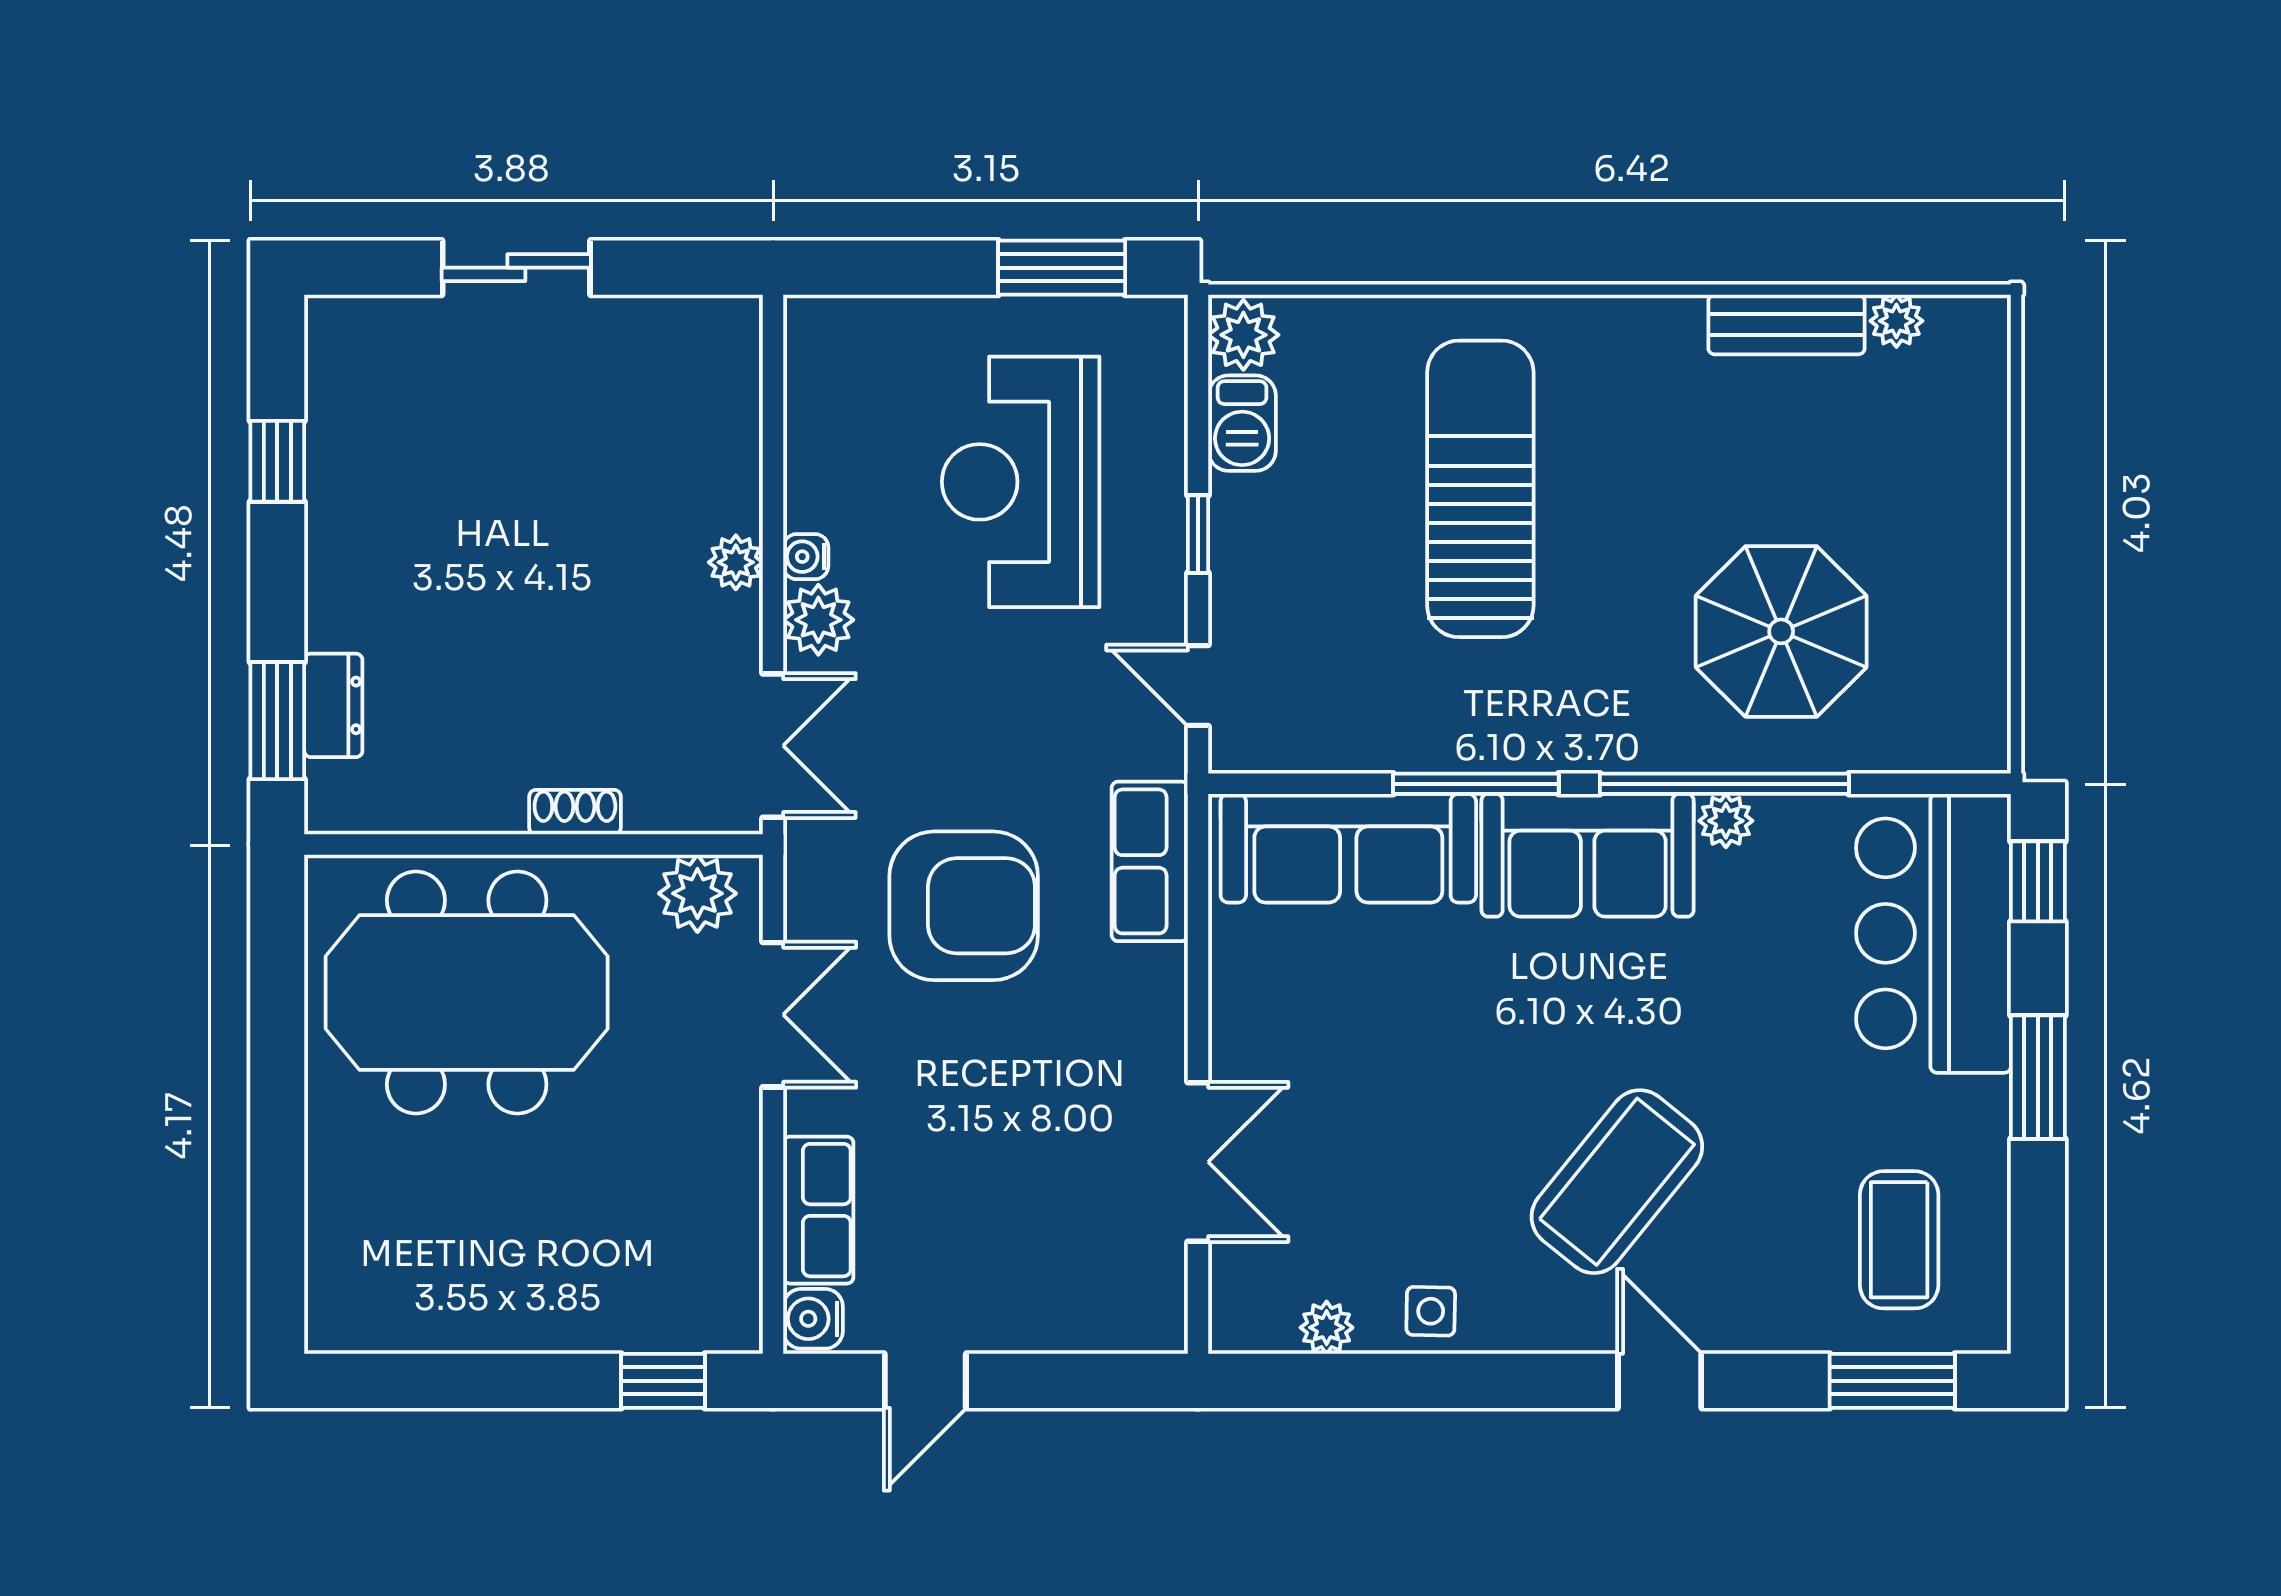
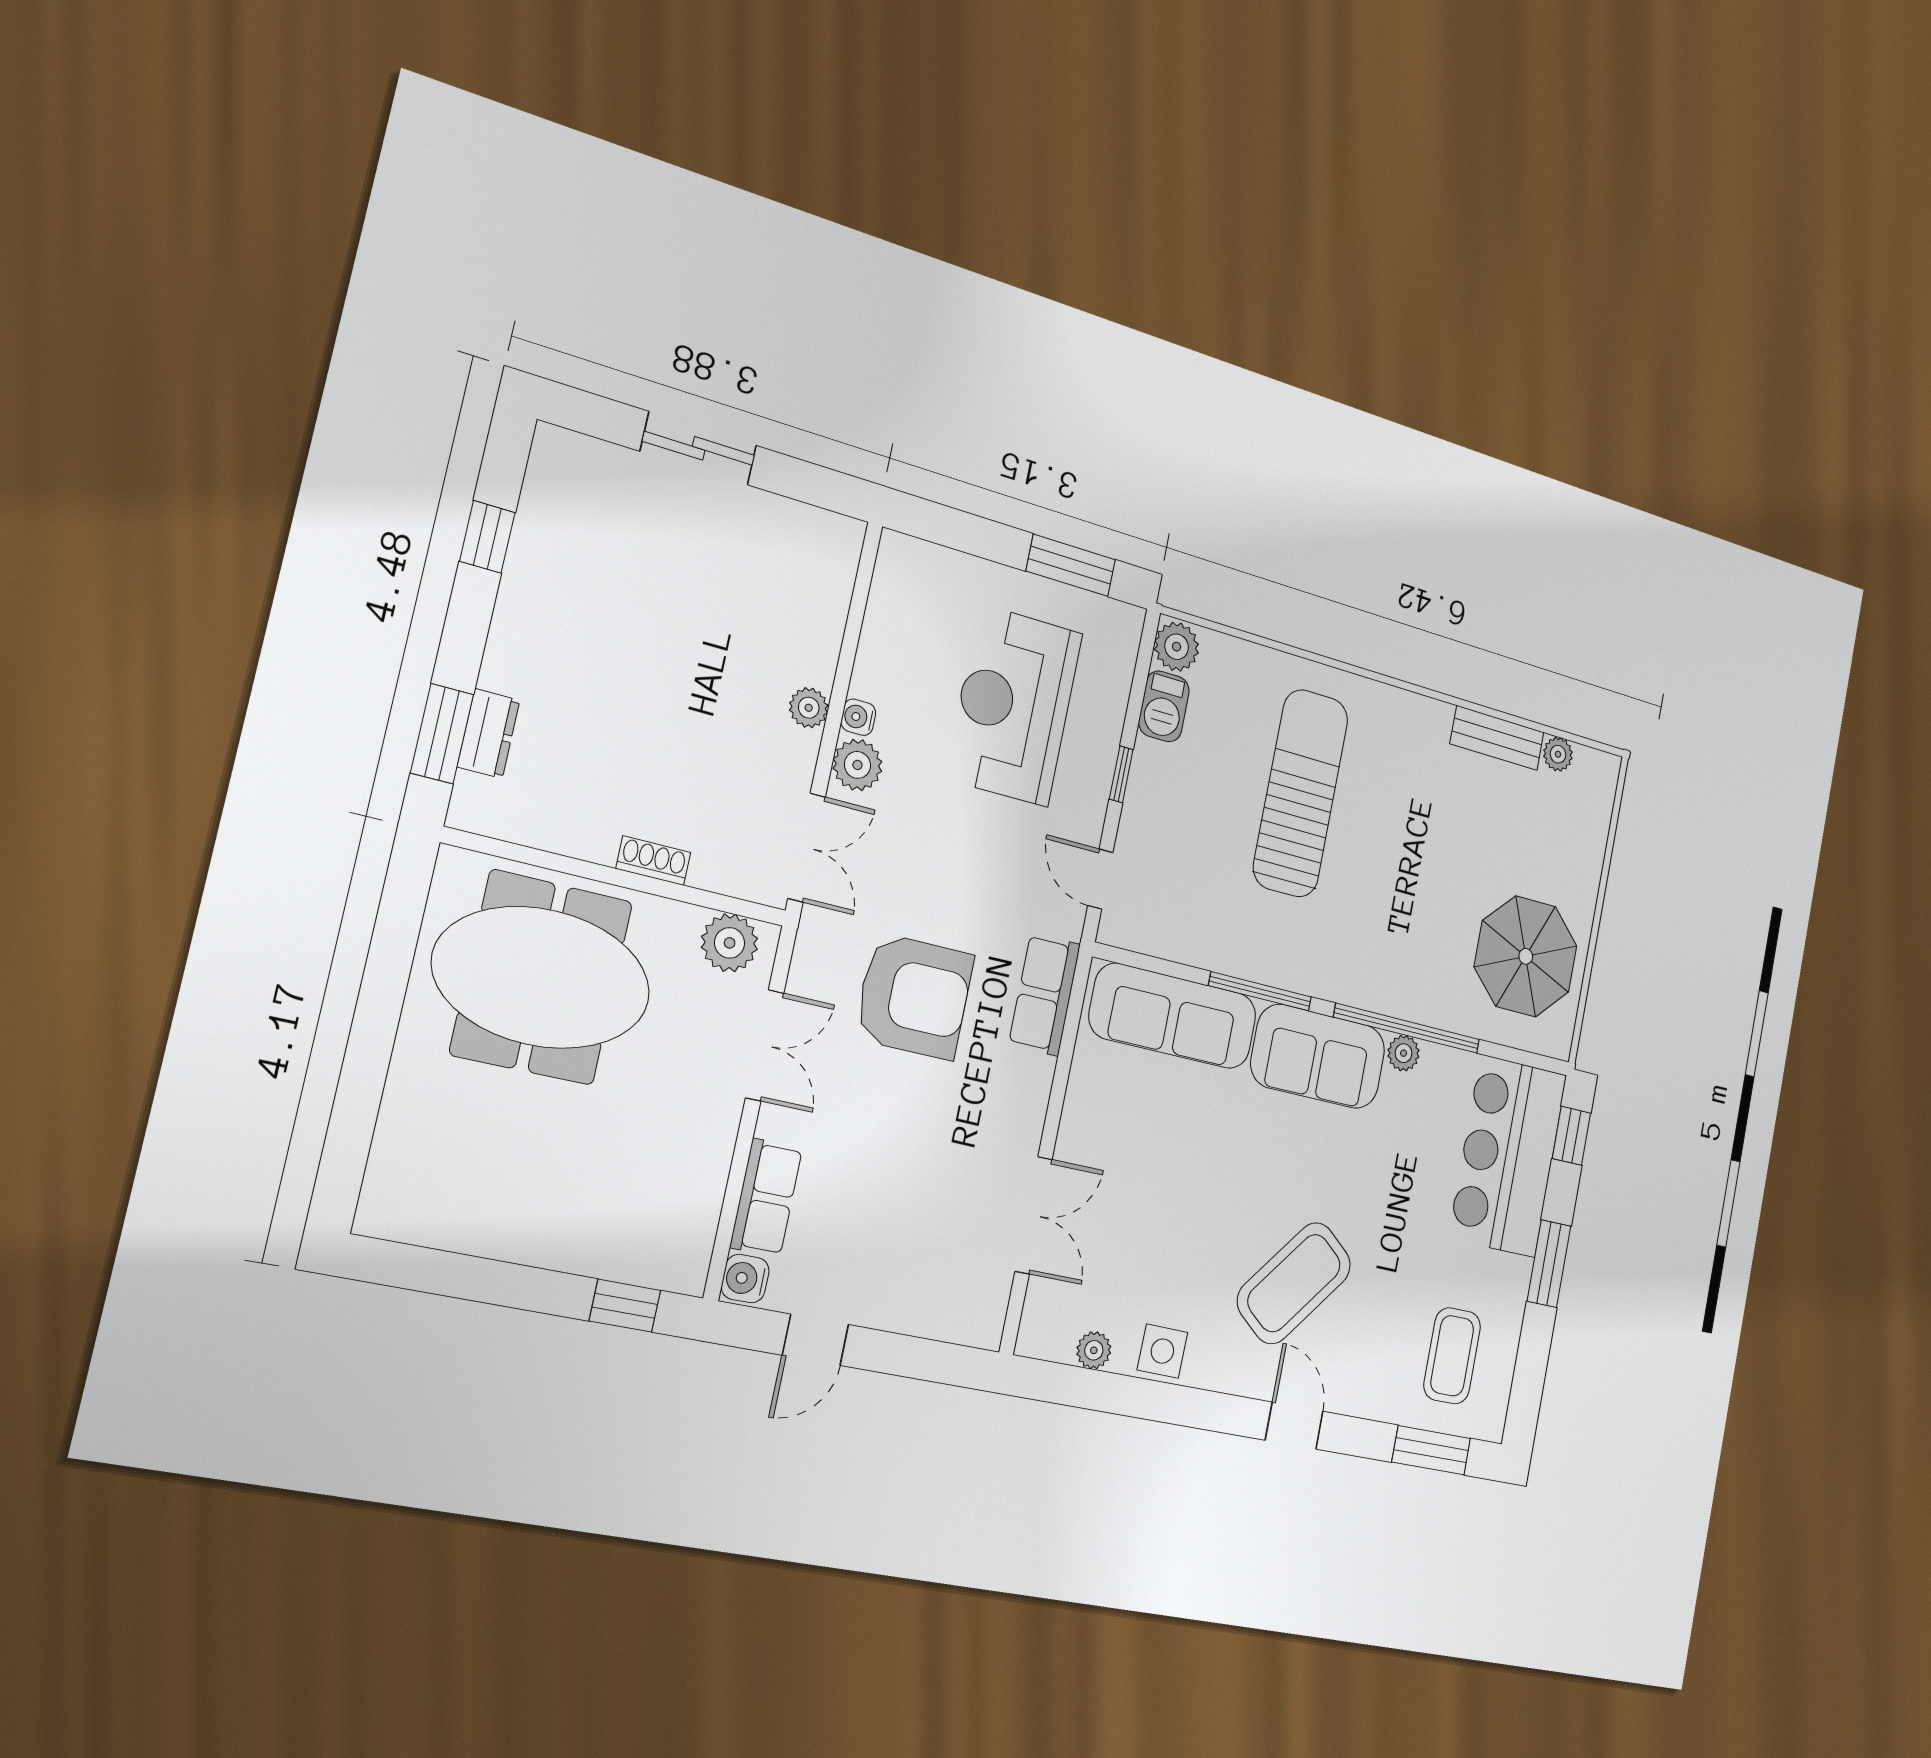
parasol: (1781, 631) -> (1526, 956), moved
side table: (1431, 1311) -> (1162, 1351), width x1.37, depth x1.37

